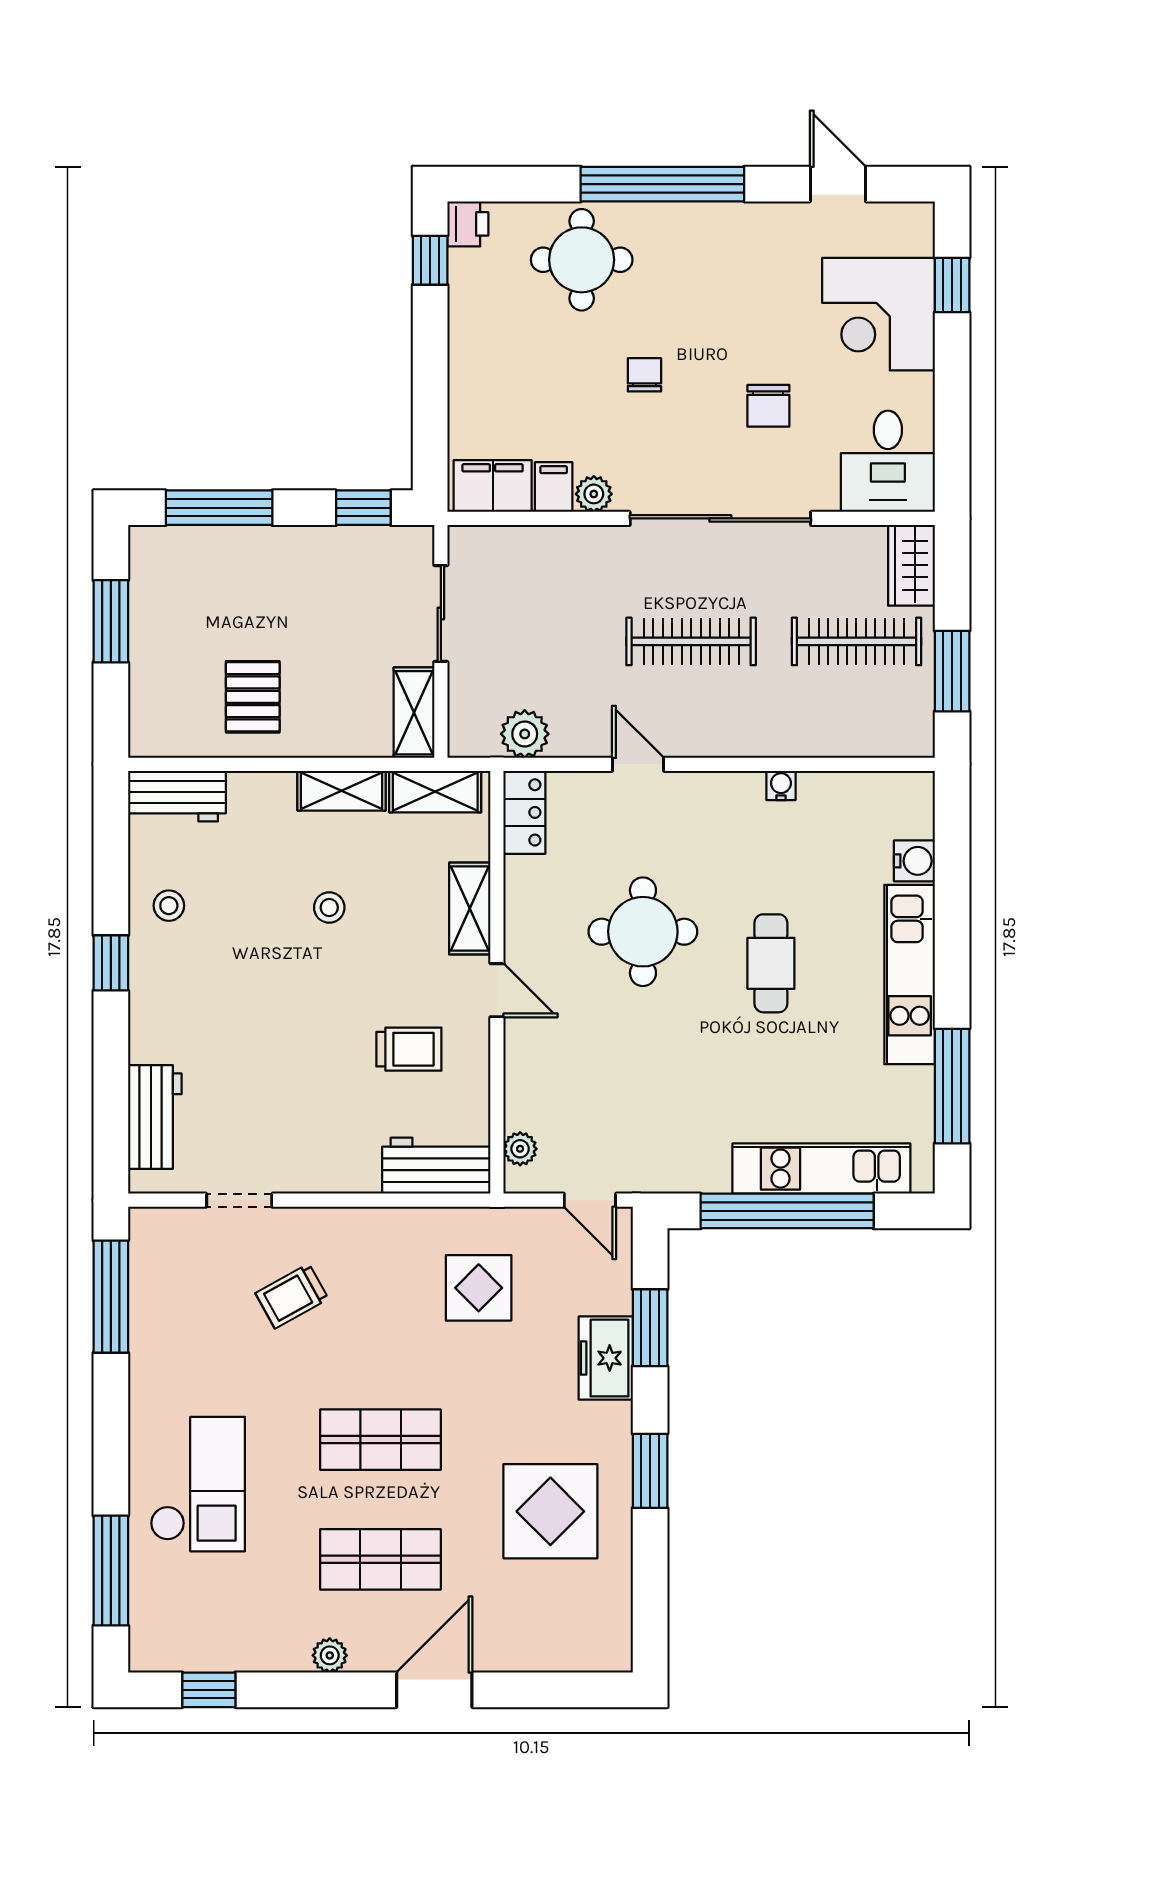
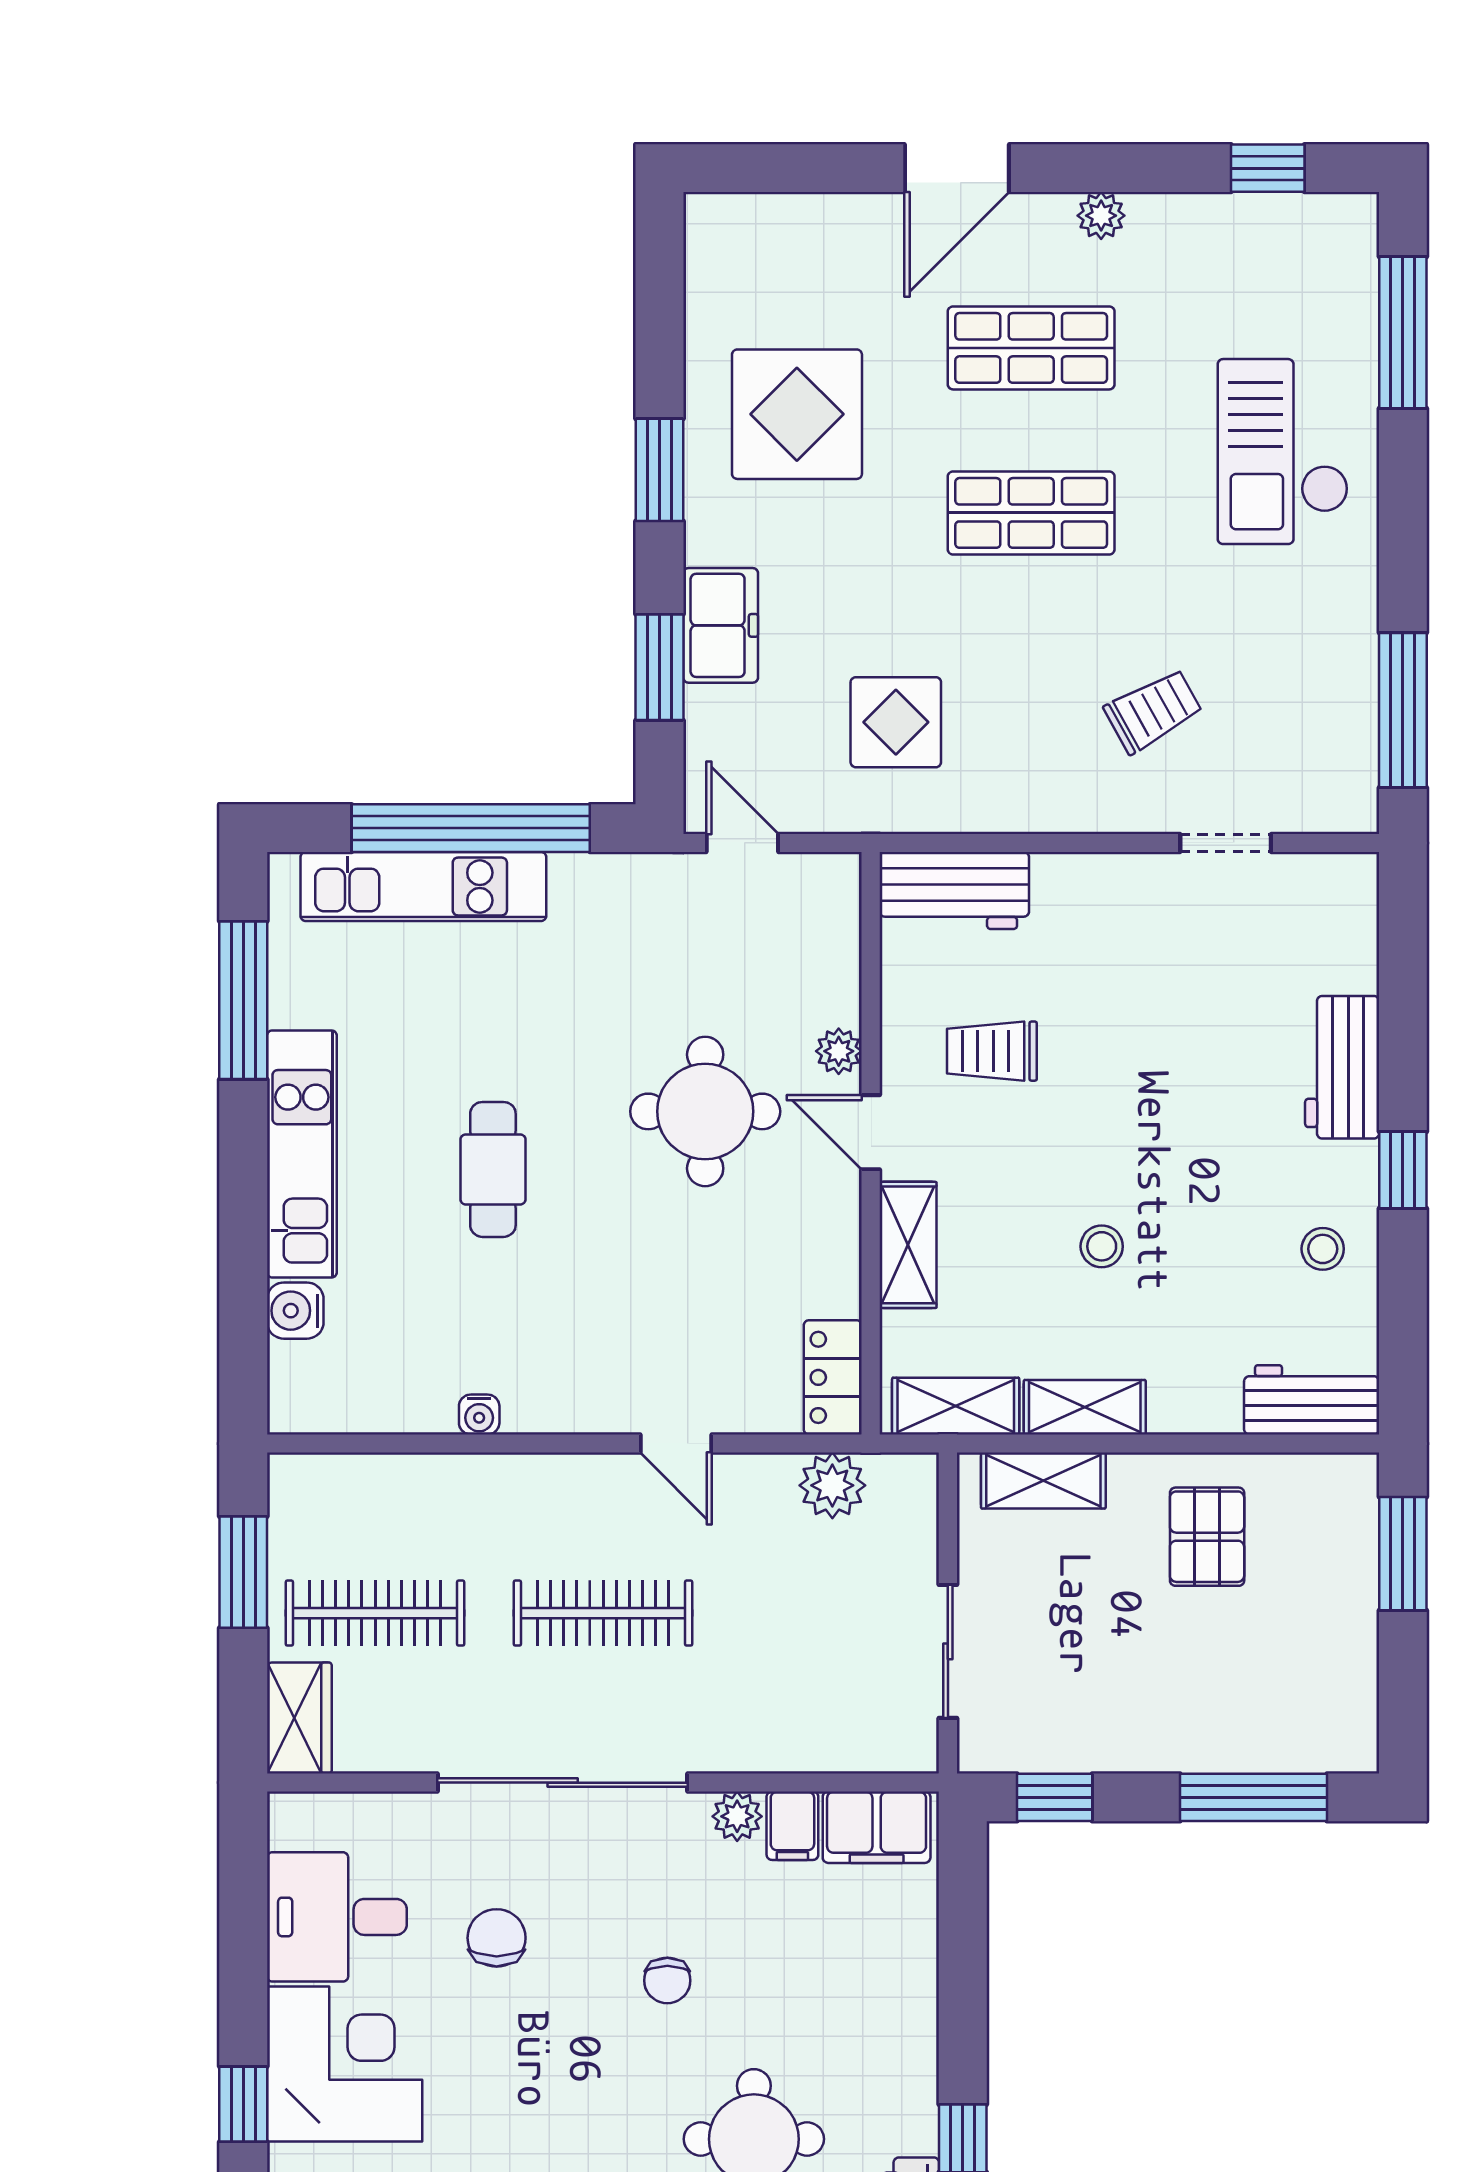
desk: (888, 461) -> (337, 1917), moved, turned -90
window: (111, 621) -> (1403, 1554), moved
shelving: (414, 713) -> (1043, 1481), moved, turned 90
round table: (643, 932) -> (705, 1111), moved
workbench: (155, 1117) -> (1342, 1067), moved
plant: (520, 1149) -> (839, 1051), moved

